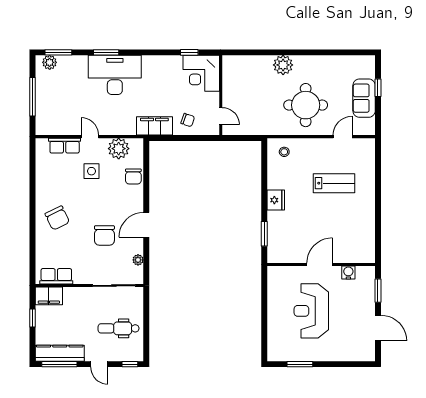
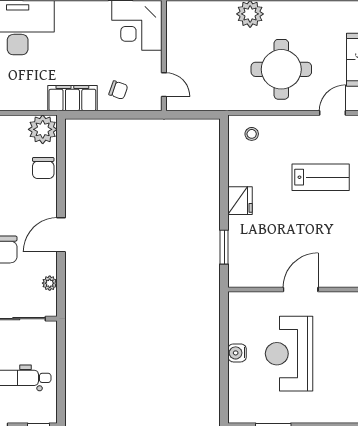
plant: (119, 149) -> (43, 129), moved
water cooler: (348, 272) -> (237, 353), moved, turned -90

